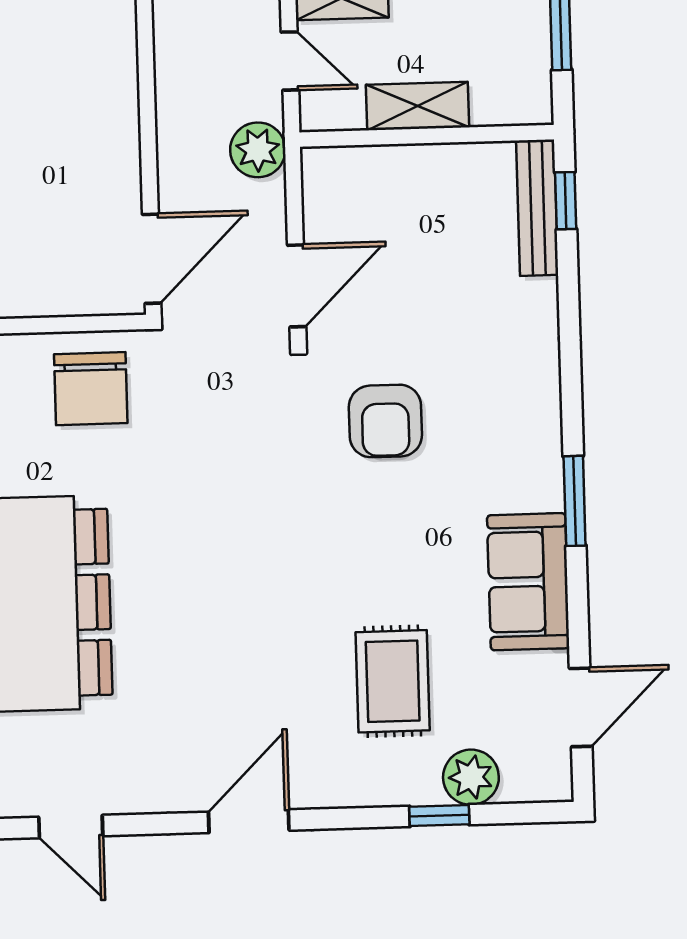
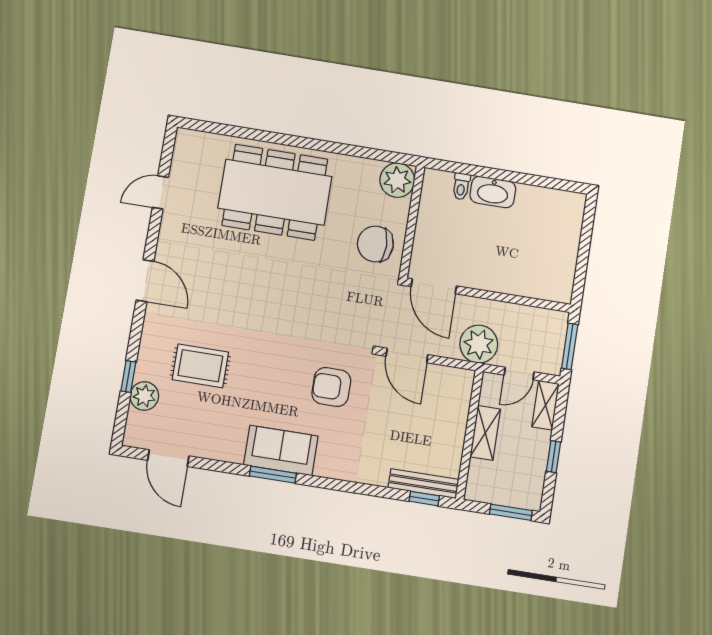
plant: (258, 150) -> (479, 344), width x1.36, depth x1.36
sofa: (528, 582) -> (281, 450), moved

